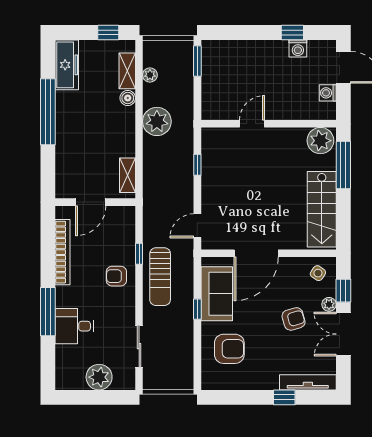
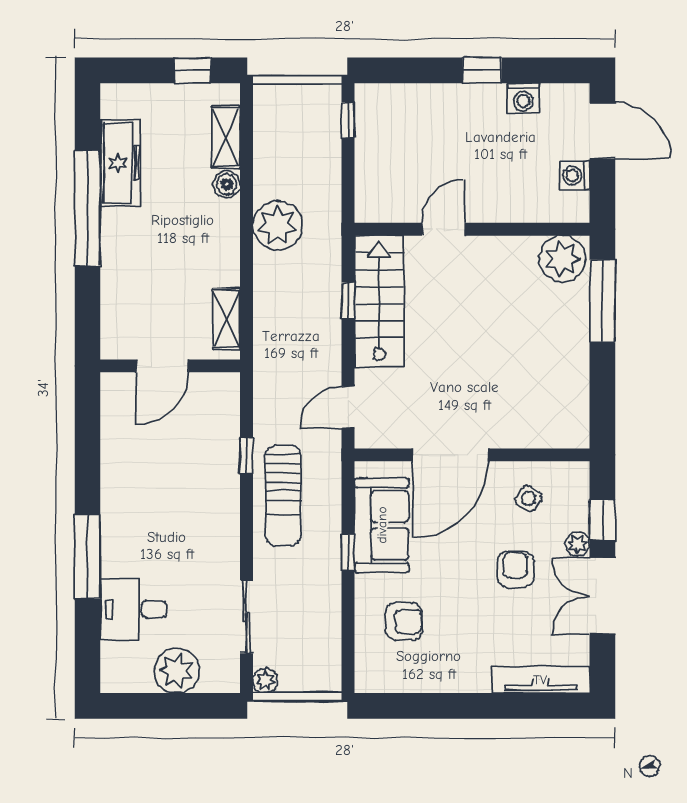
window: (292, 32) -> (482, 70), moved
window: (197, 61) -> (348, 120), width x0.67
freezer: (67, 65) -> (120, 163), moved
plant: (150, 75) -> (265, 681), moved
stairs: (322, 209) -> (379, 301), moved, turned 180
bookcase: (63, 252) -> (113, 453), removed
side table: (318, 273) -> (529, 498), moved
armchair: (116, 276) -> (207, 495), removed
armchair: (294, 319) -> (516, 569), turned -74
desk: (74, 326) -> (133, 609), moved
armchair: (229, 349) -> (404, 621), width x0.72, depth x0.72
window: (284, 397) -> (499, 706), removed

